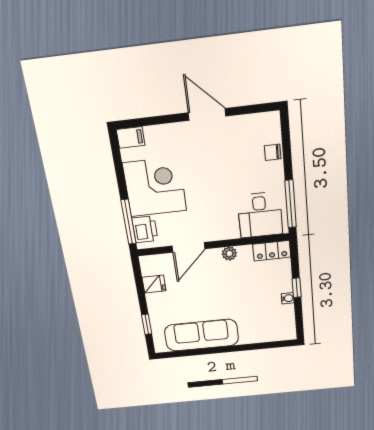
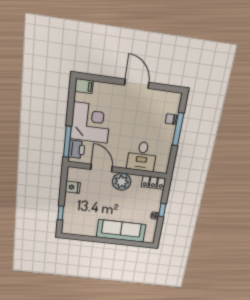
window: (291, 204) -> (178, 129), moved
desk: (260, 215) -> (142, 156), moved
door: (188, 247) -> (102, 168), swing flipped
plant: (229, 254) -> (122, 182), width x1.87, depth x1.87
sofa: (202, 335) -> (121, 231), moved

